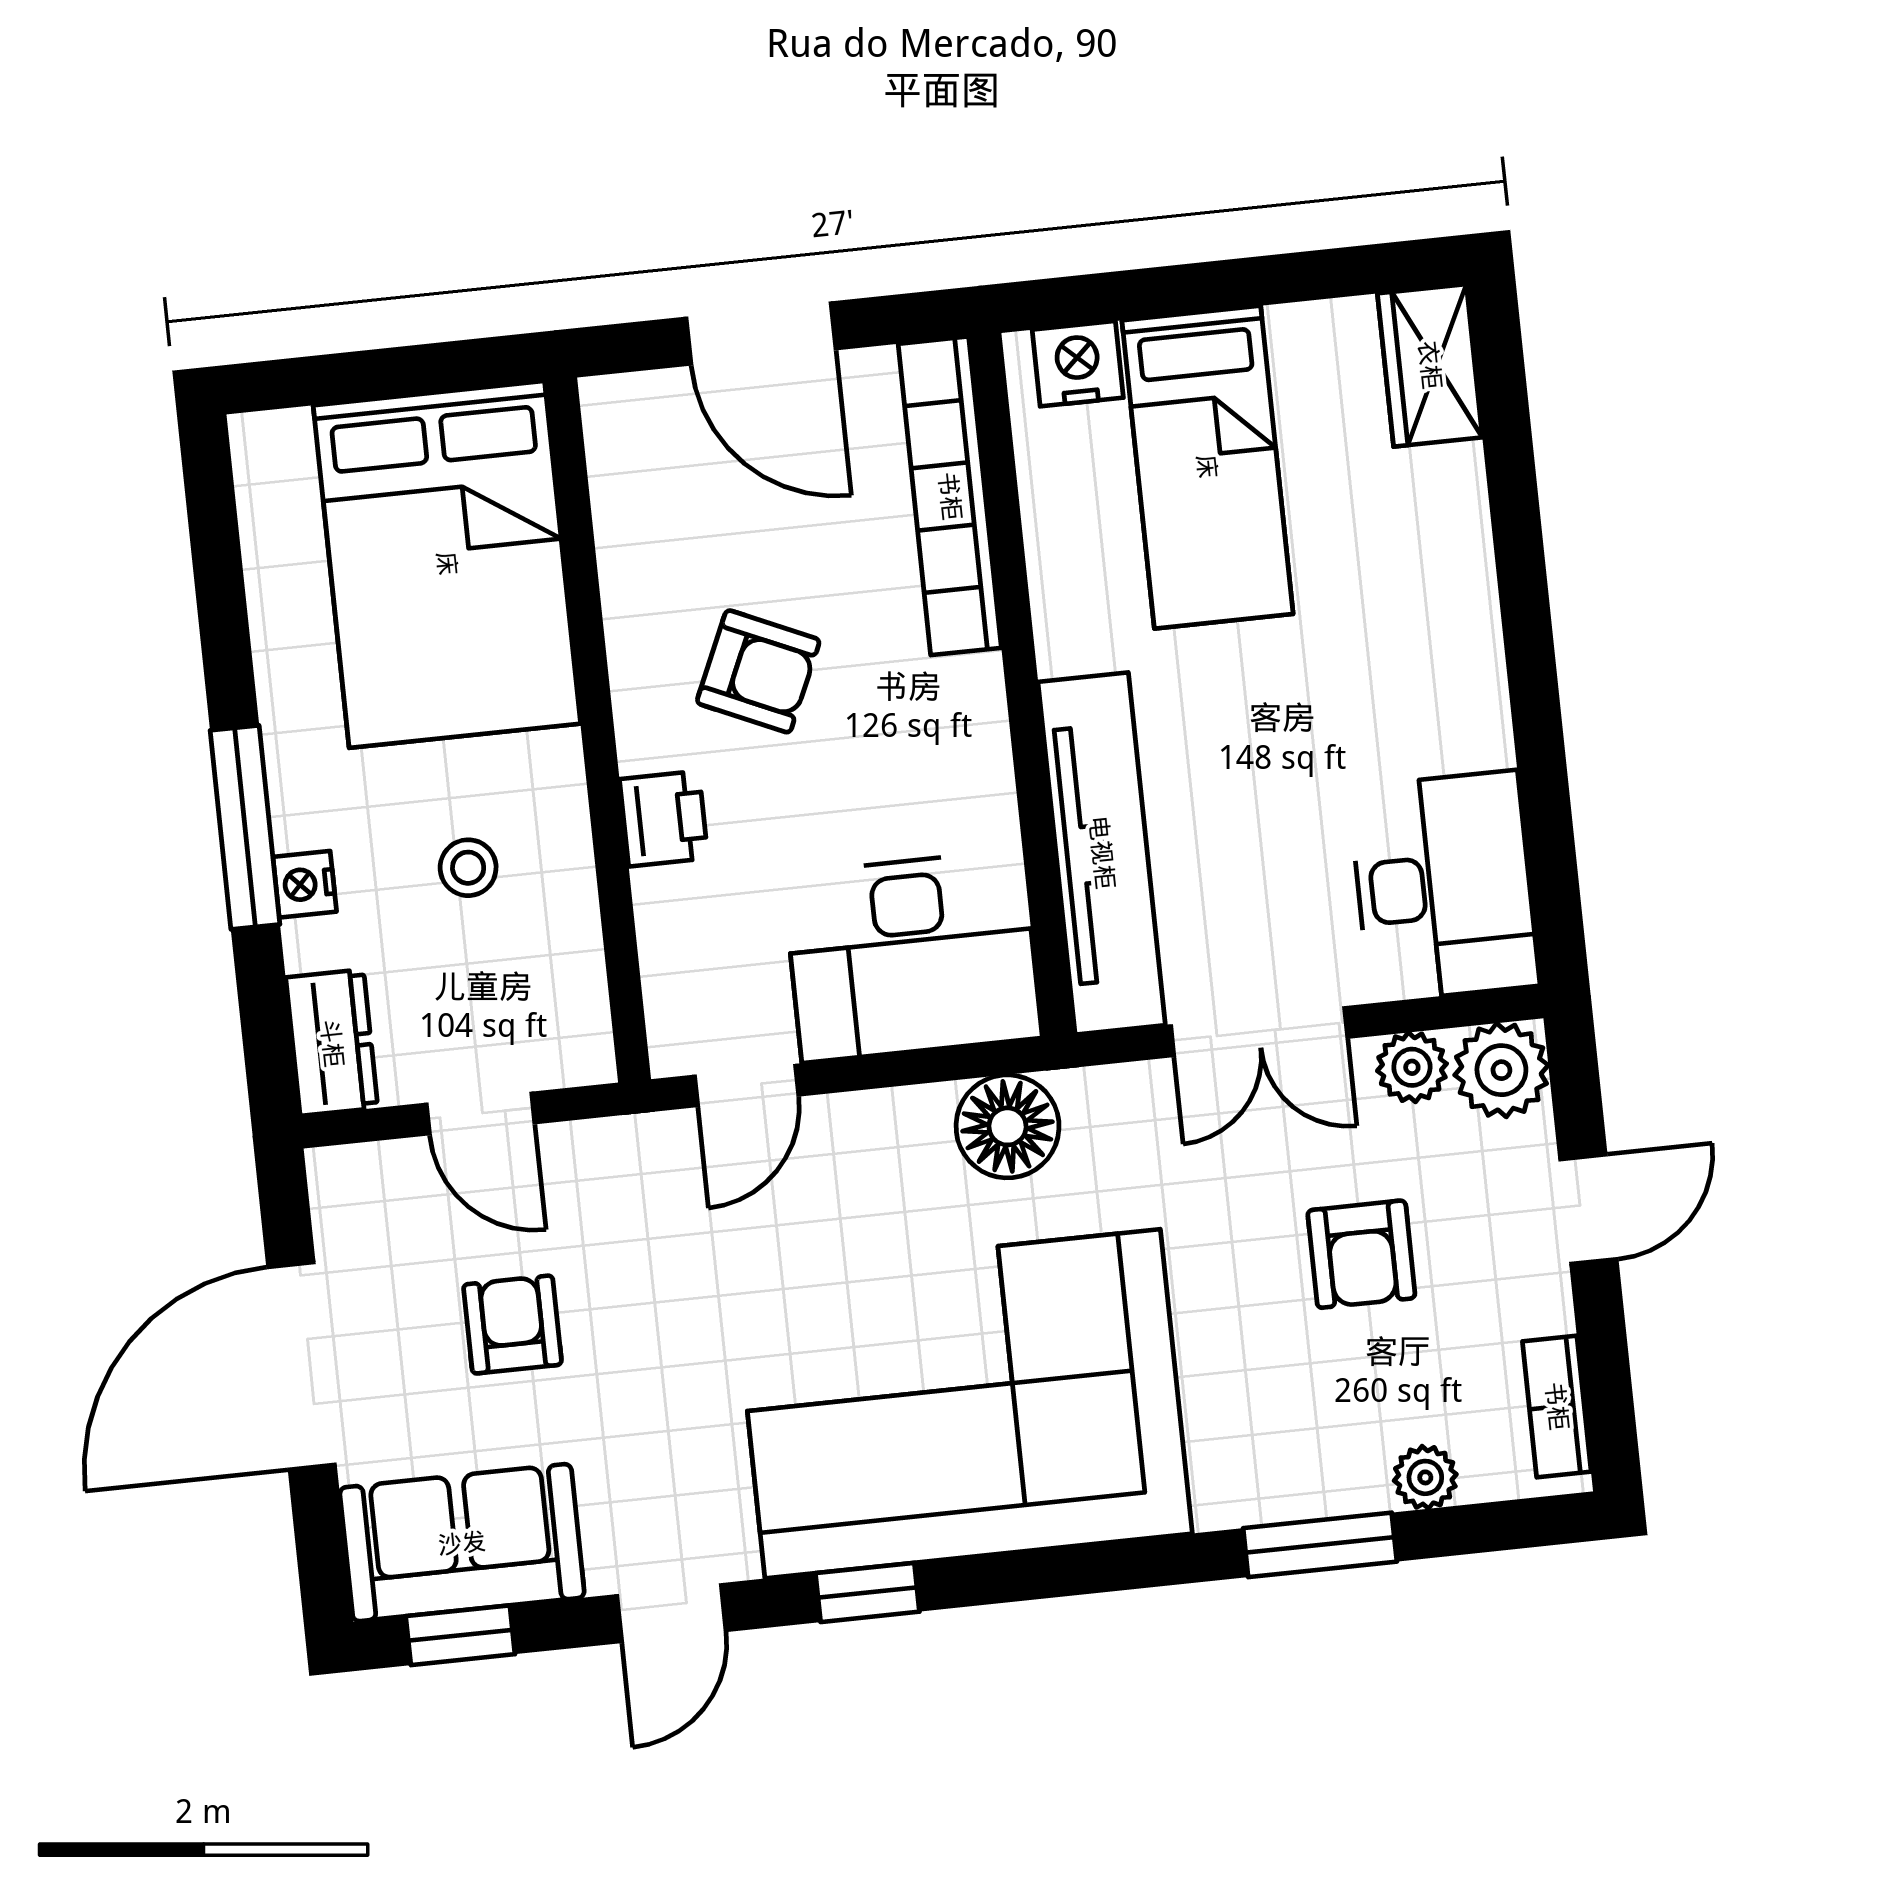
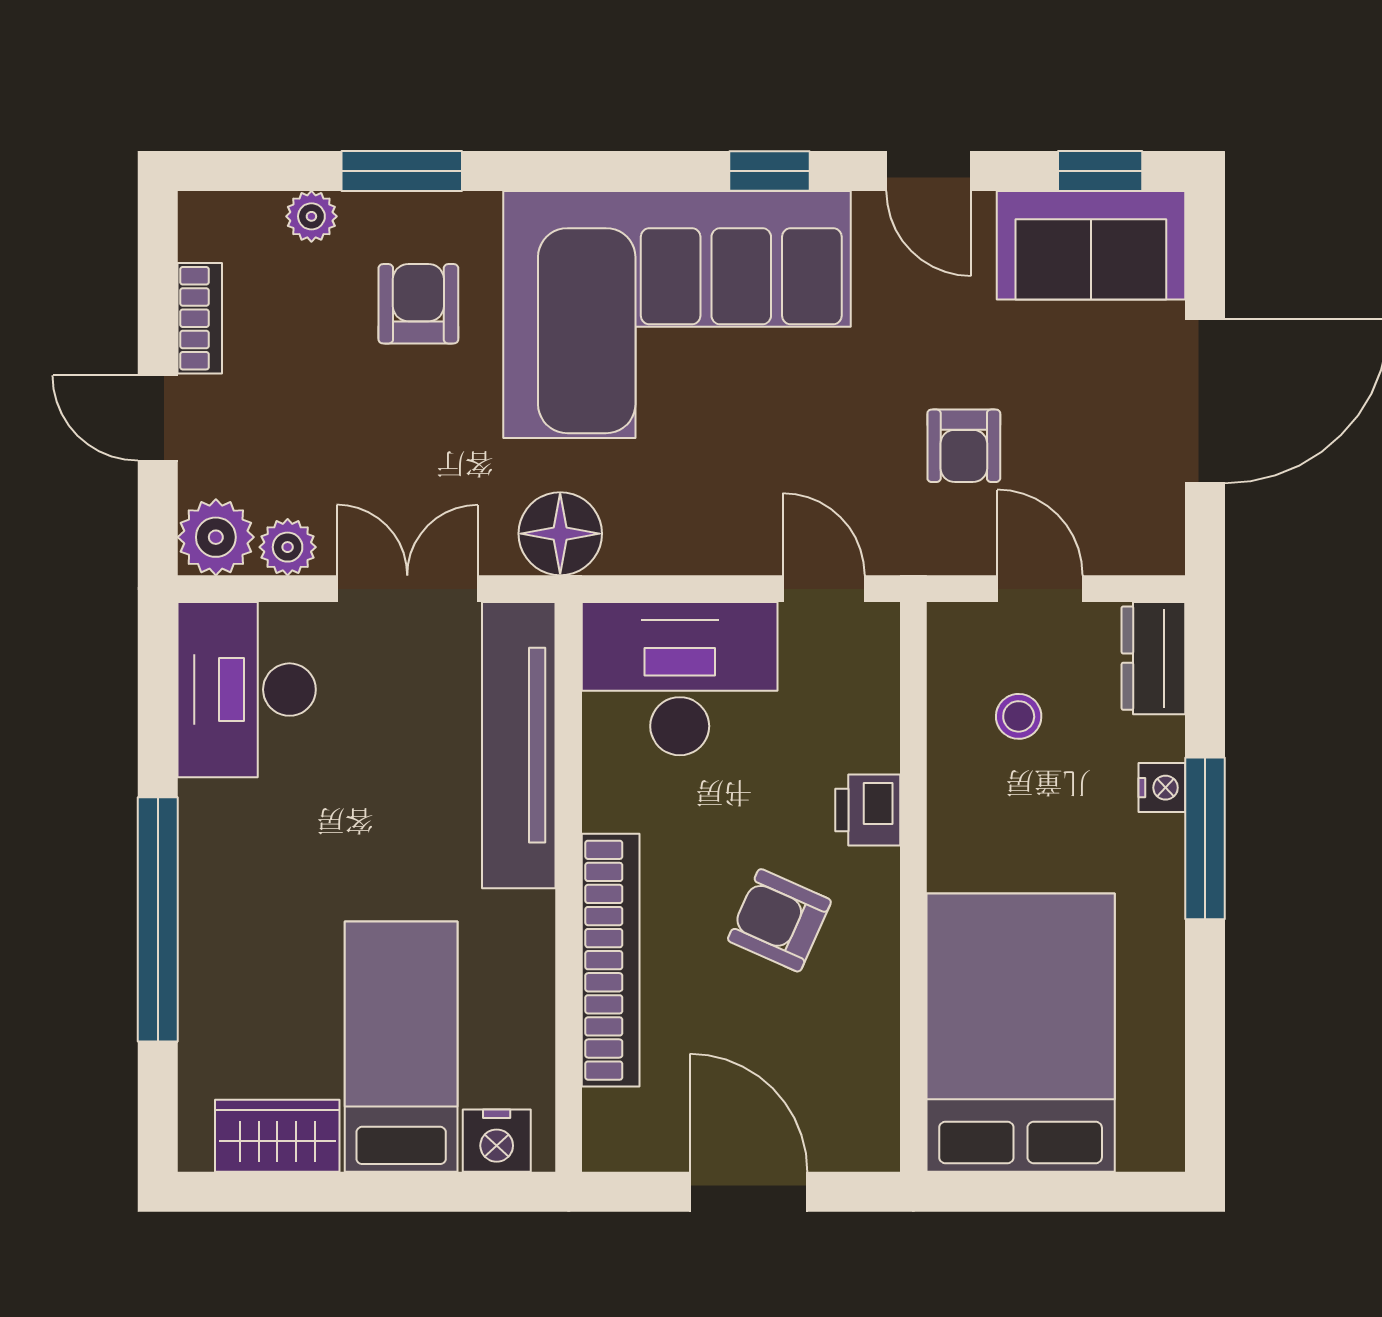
wardrobe: (1430, 365) -> (277, 1136), moved, turned -90
bookcase: (950, 496) -> (611, 960), moved
window: (1523, 592) -> (158, 919), added
stool: (468, 868) -> (1019, 716), moved
door: (747, 1086) -> (824, 589), hinge flipped
floor lamp: (1008, 1126) -> (560, 534), moved
door: (1588, 1209) -> (158, 418), hinge flipped
armchair: (1361, 1254) -> (418, 304), moved
armchair: (513, 1325) -> (964, 446), moved
bookcase: (1557, 1406) -> (200, 318), moved
door: (671, 1613) -> (929, 171), swing flipped

